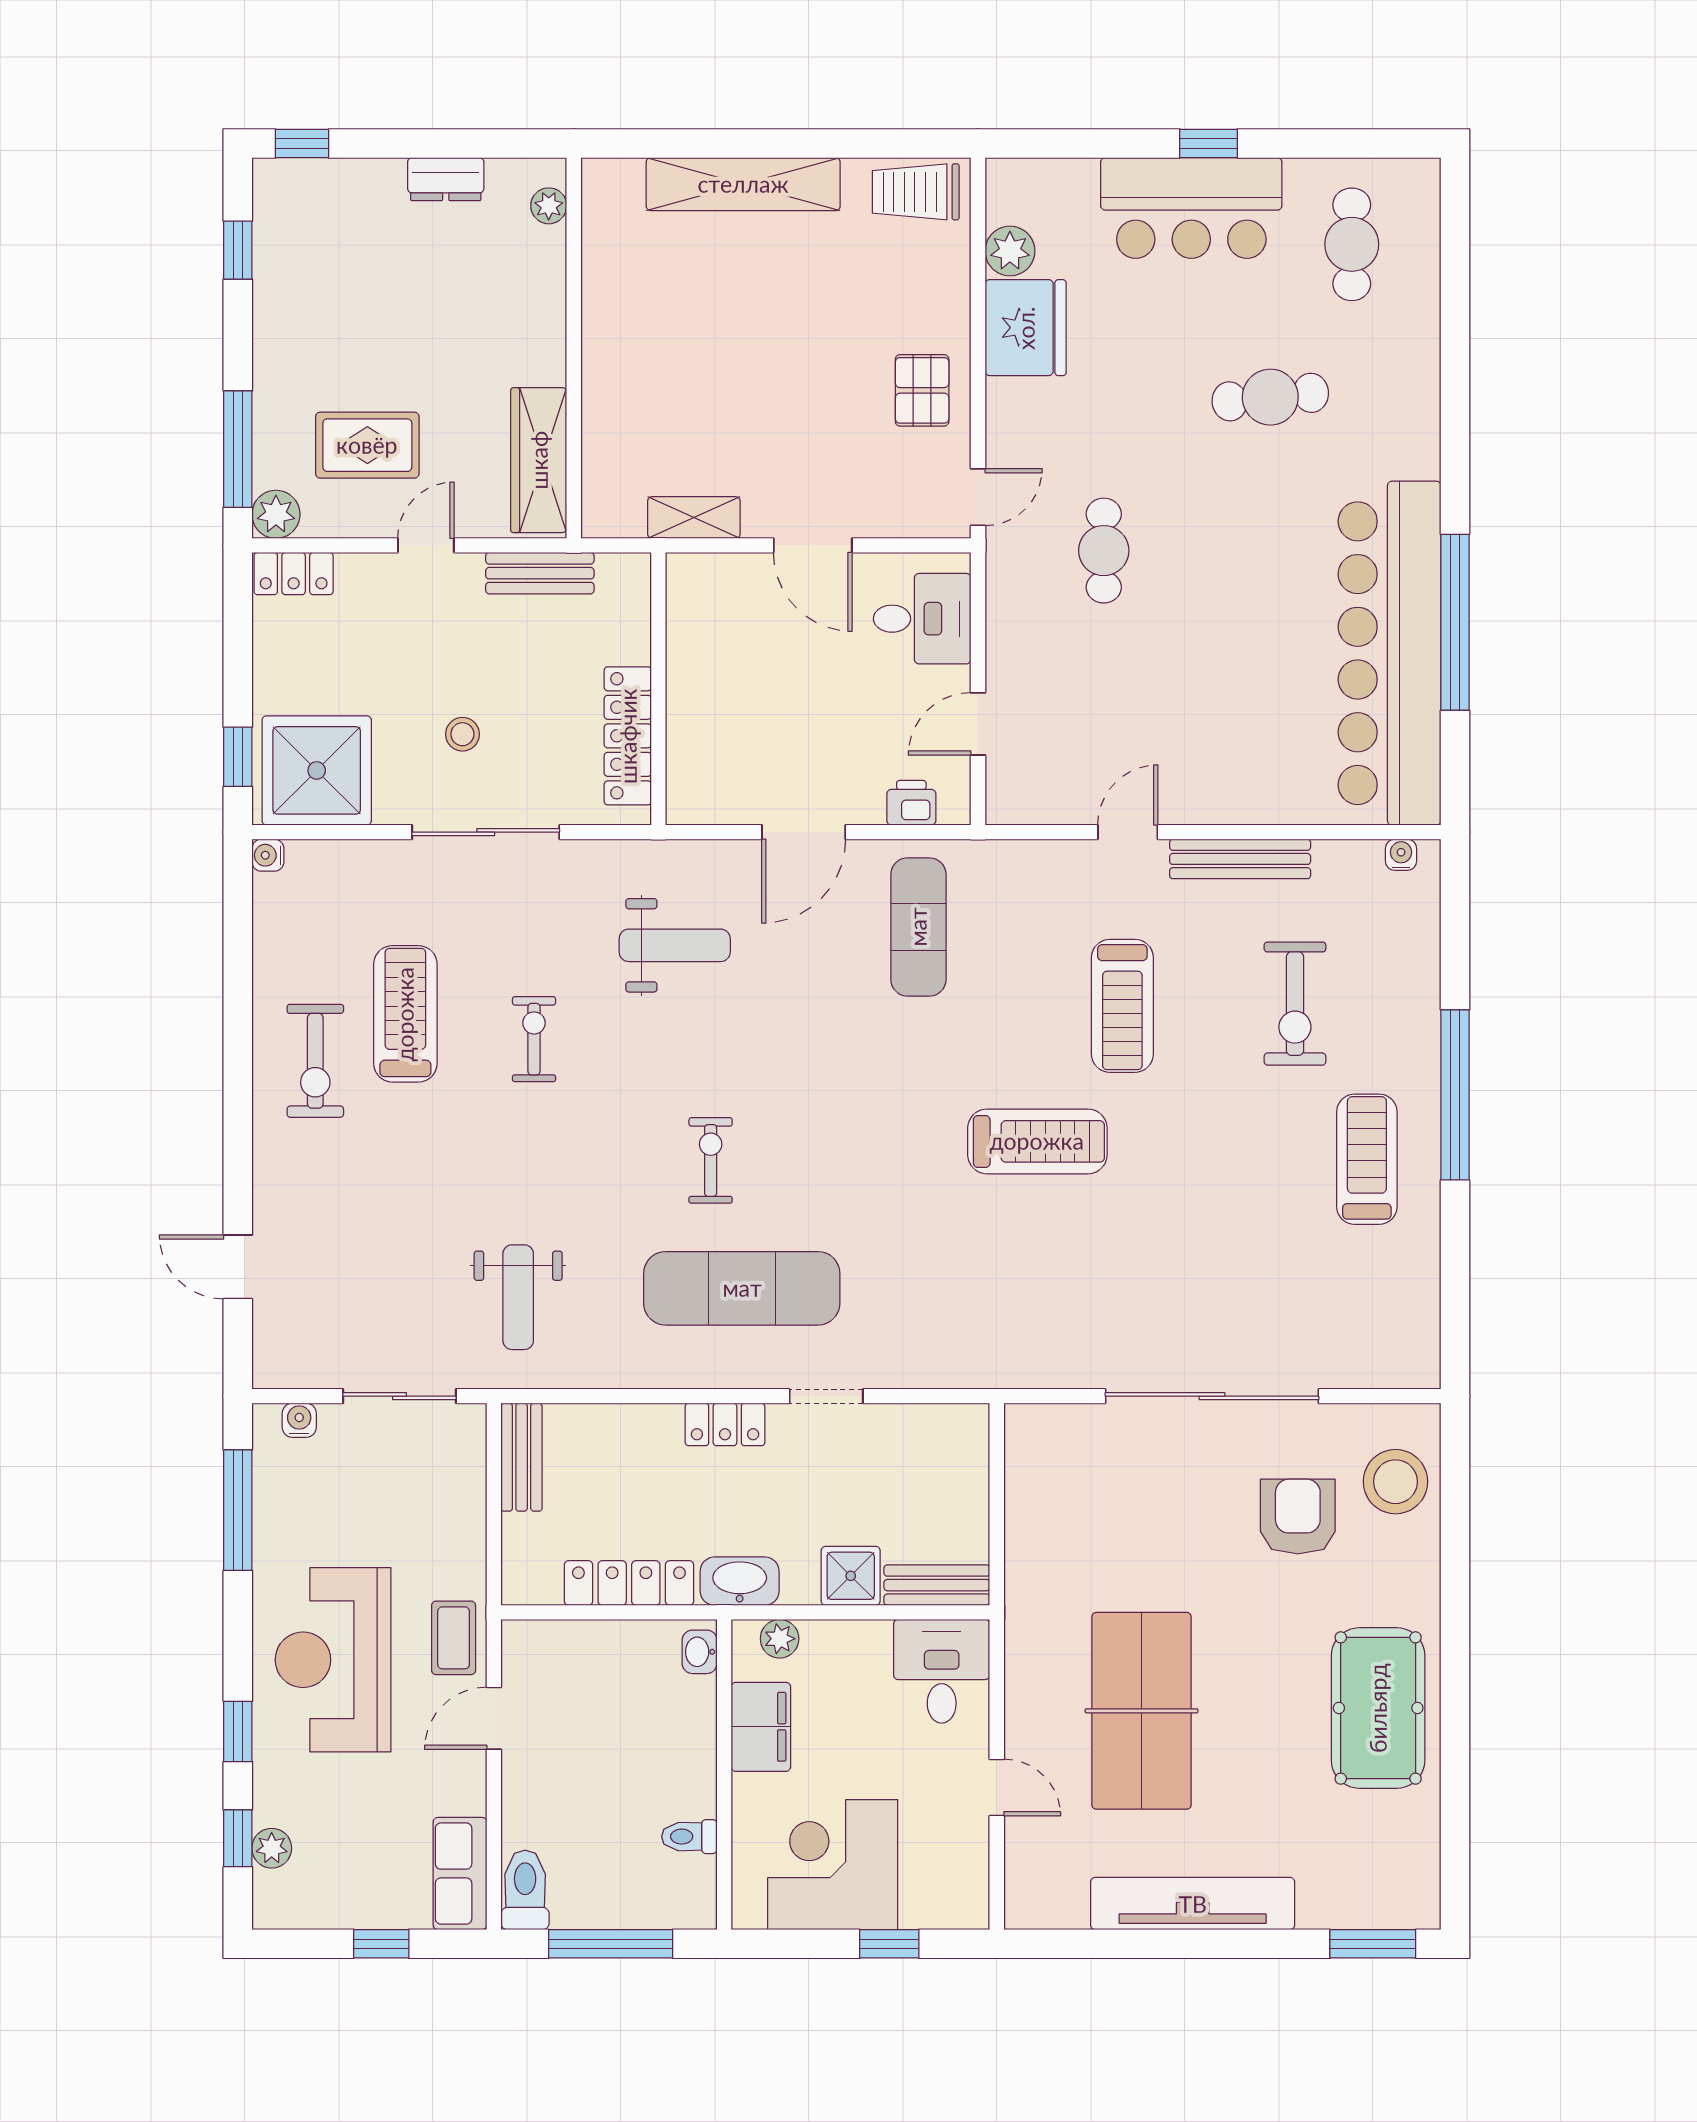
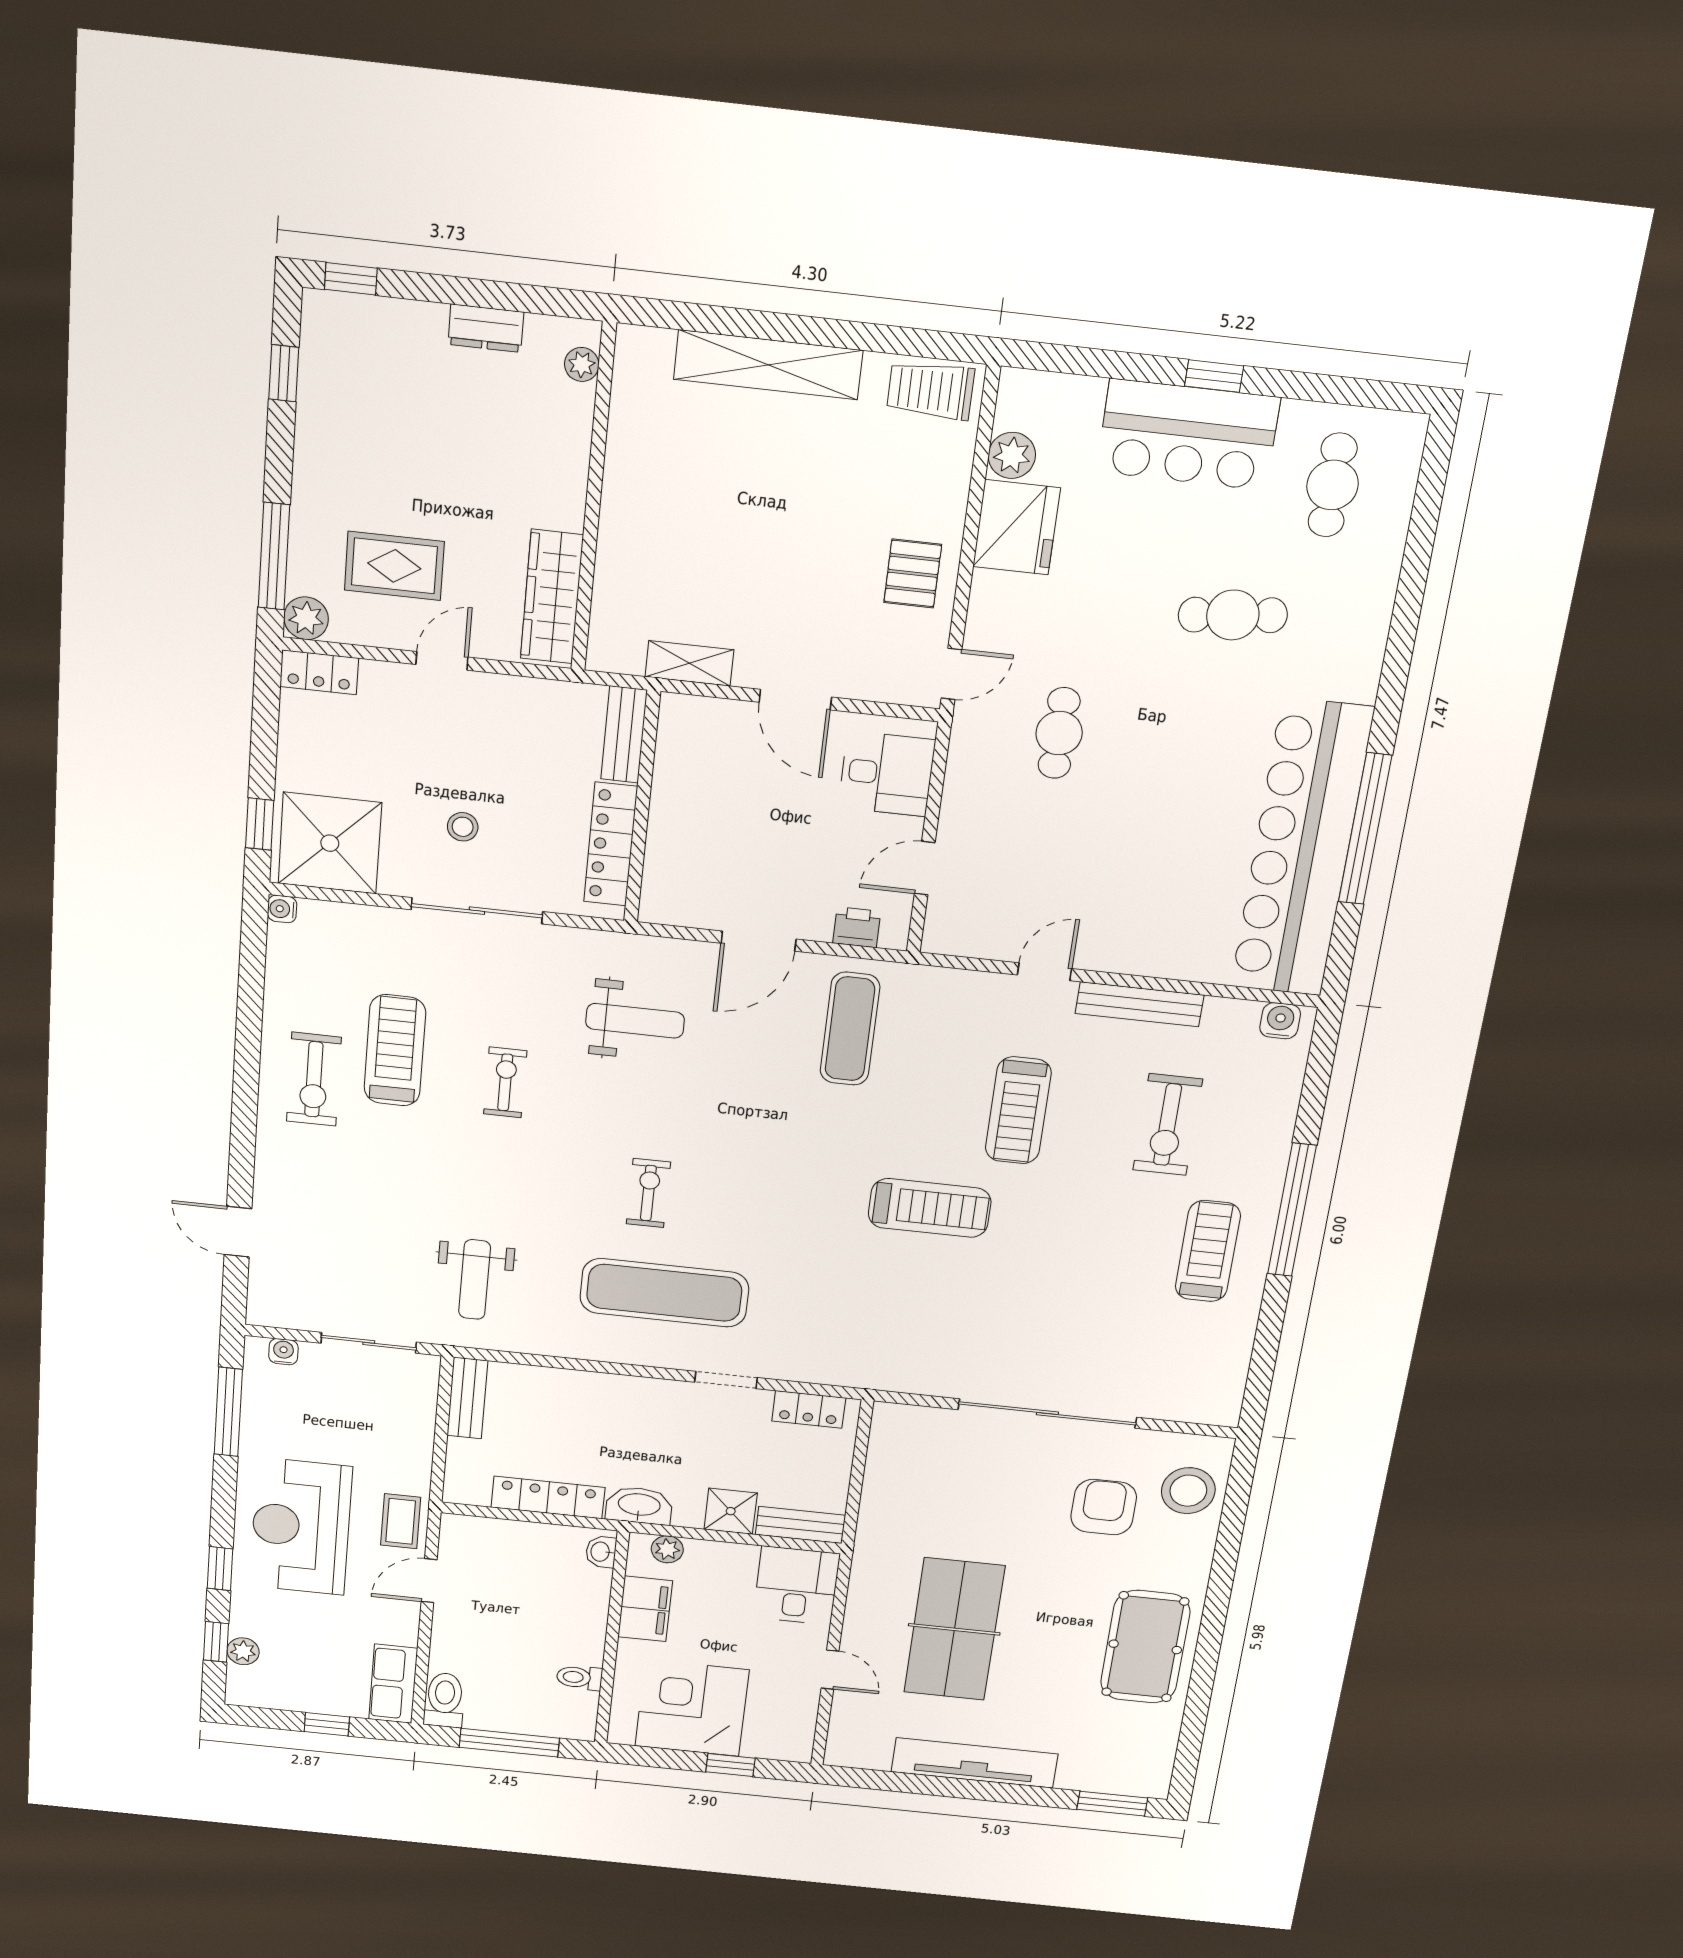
bench: (540, 573) -> (624, 735), moved, turned 90
water cooler: (1401, 855) -> (1280, 1021), width x1.38, depth x1.38
locker: (725, 1424) -> (809, 1409), moved

